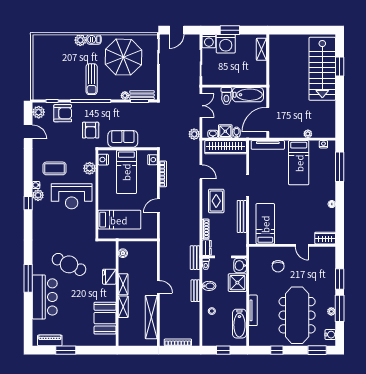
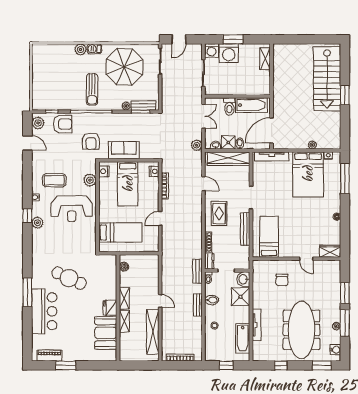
window: (340, 67) -> (345, 95), moved
bed: (299, 163) -> (308, 174), width x1.50
plant: (38, 195) -> (37, 223), moved
fridge: (109, 277) -> (110, 308), moved

